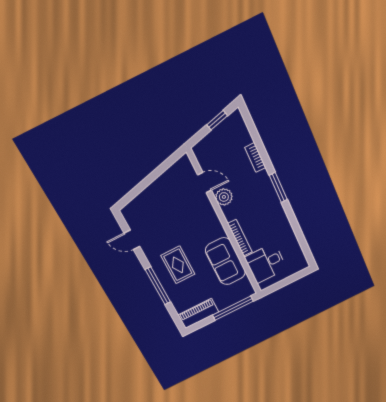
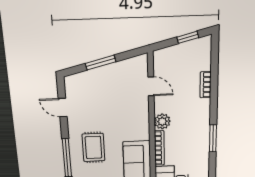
window: (147, 181) -> (101, 63), added
window: (278, 187) -> (213, 138), moved
plant: (224, 197) -> (162, 121), moved

